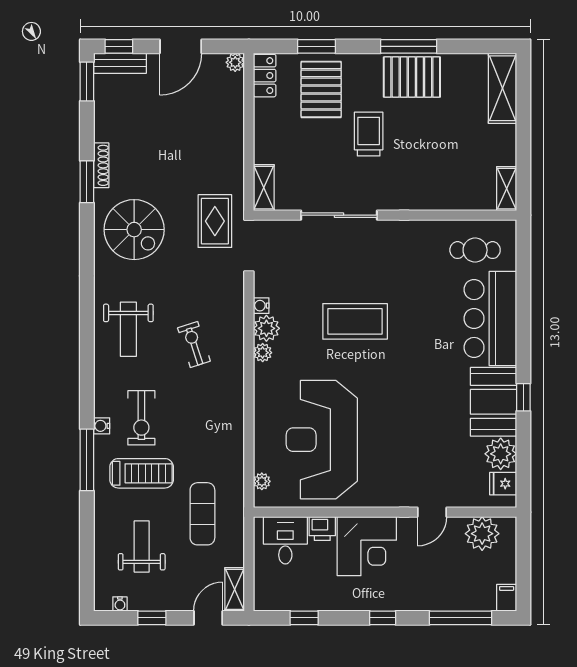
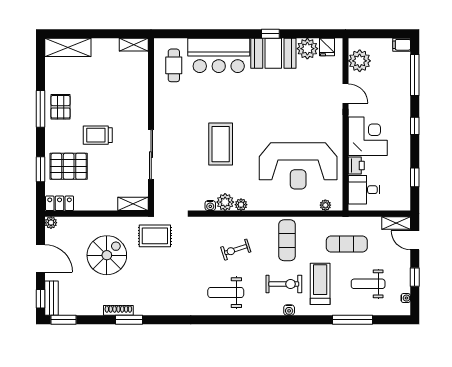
pallet: (412, 77) -> (61, 107), width x0.67, depth x0.71
spiral stairs: (134, 230) -> (107, 255), moved
weight bench: (128, 329) -> (226, 293), turned 180
exercise mat: (208, 423) -> (287, 240), added
window: (87, 460) -> (353, 320), moved

